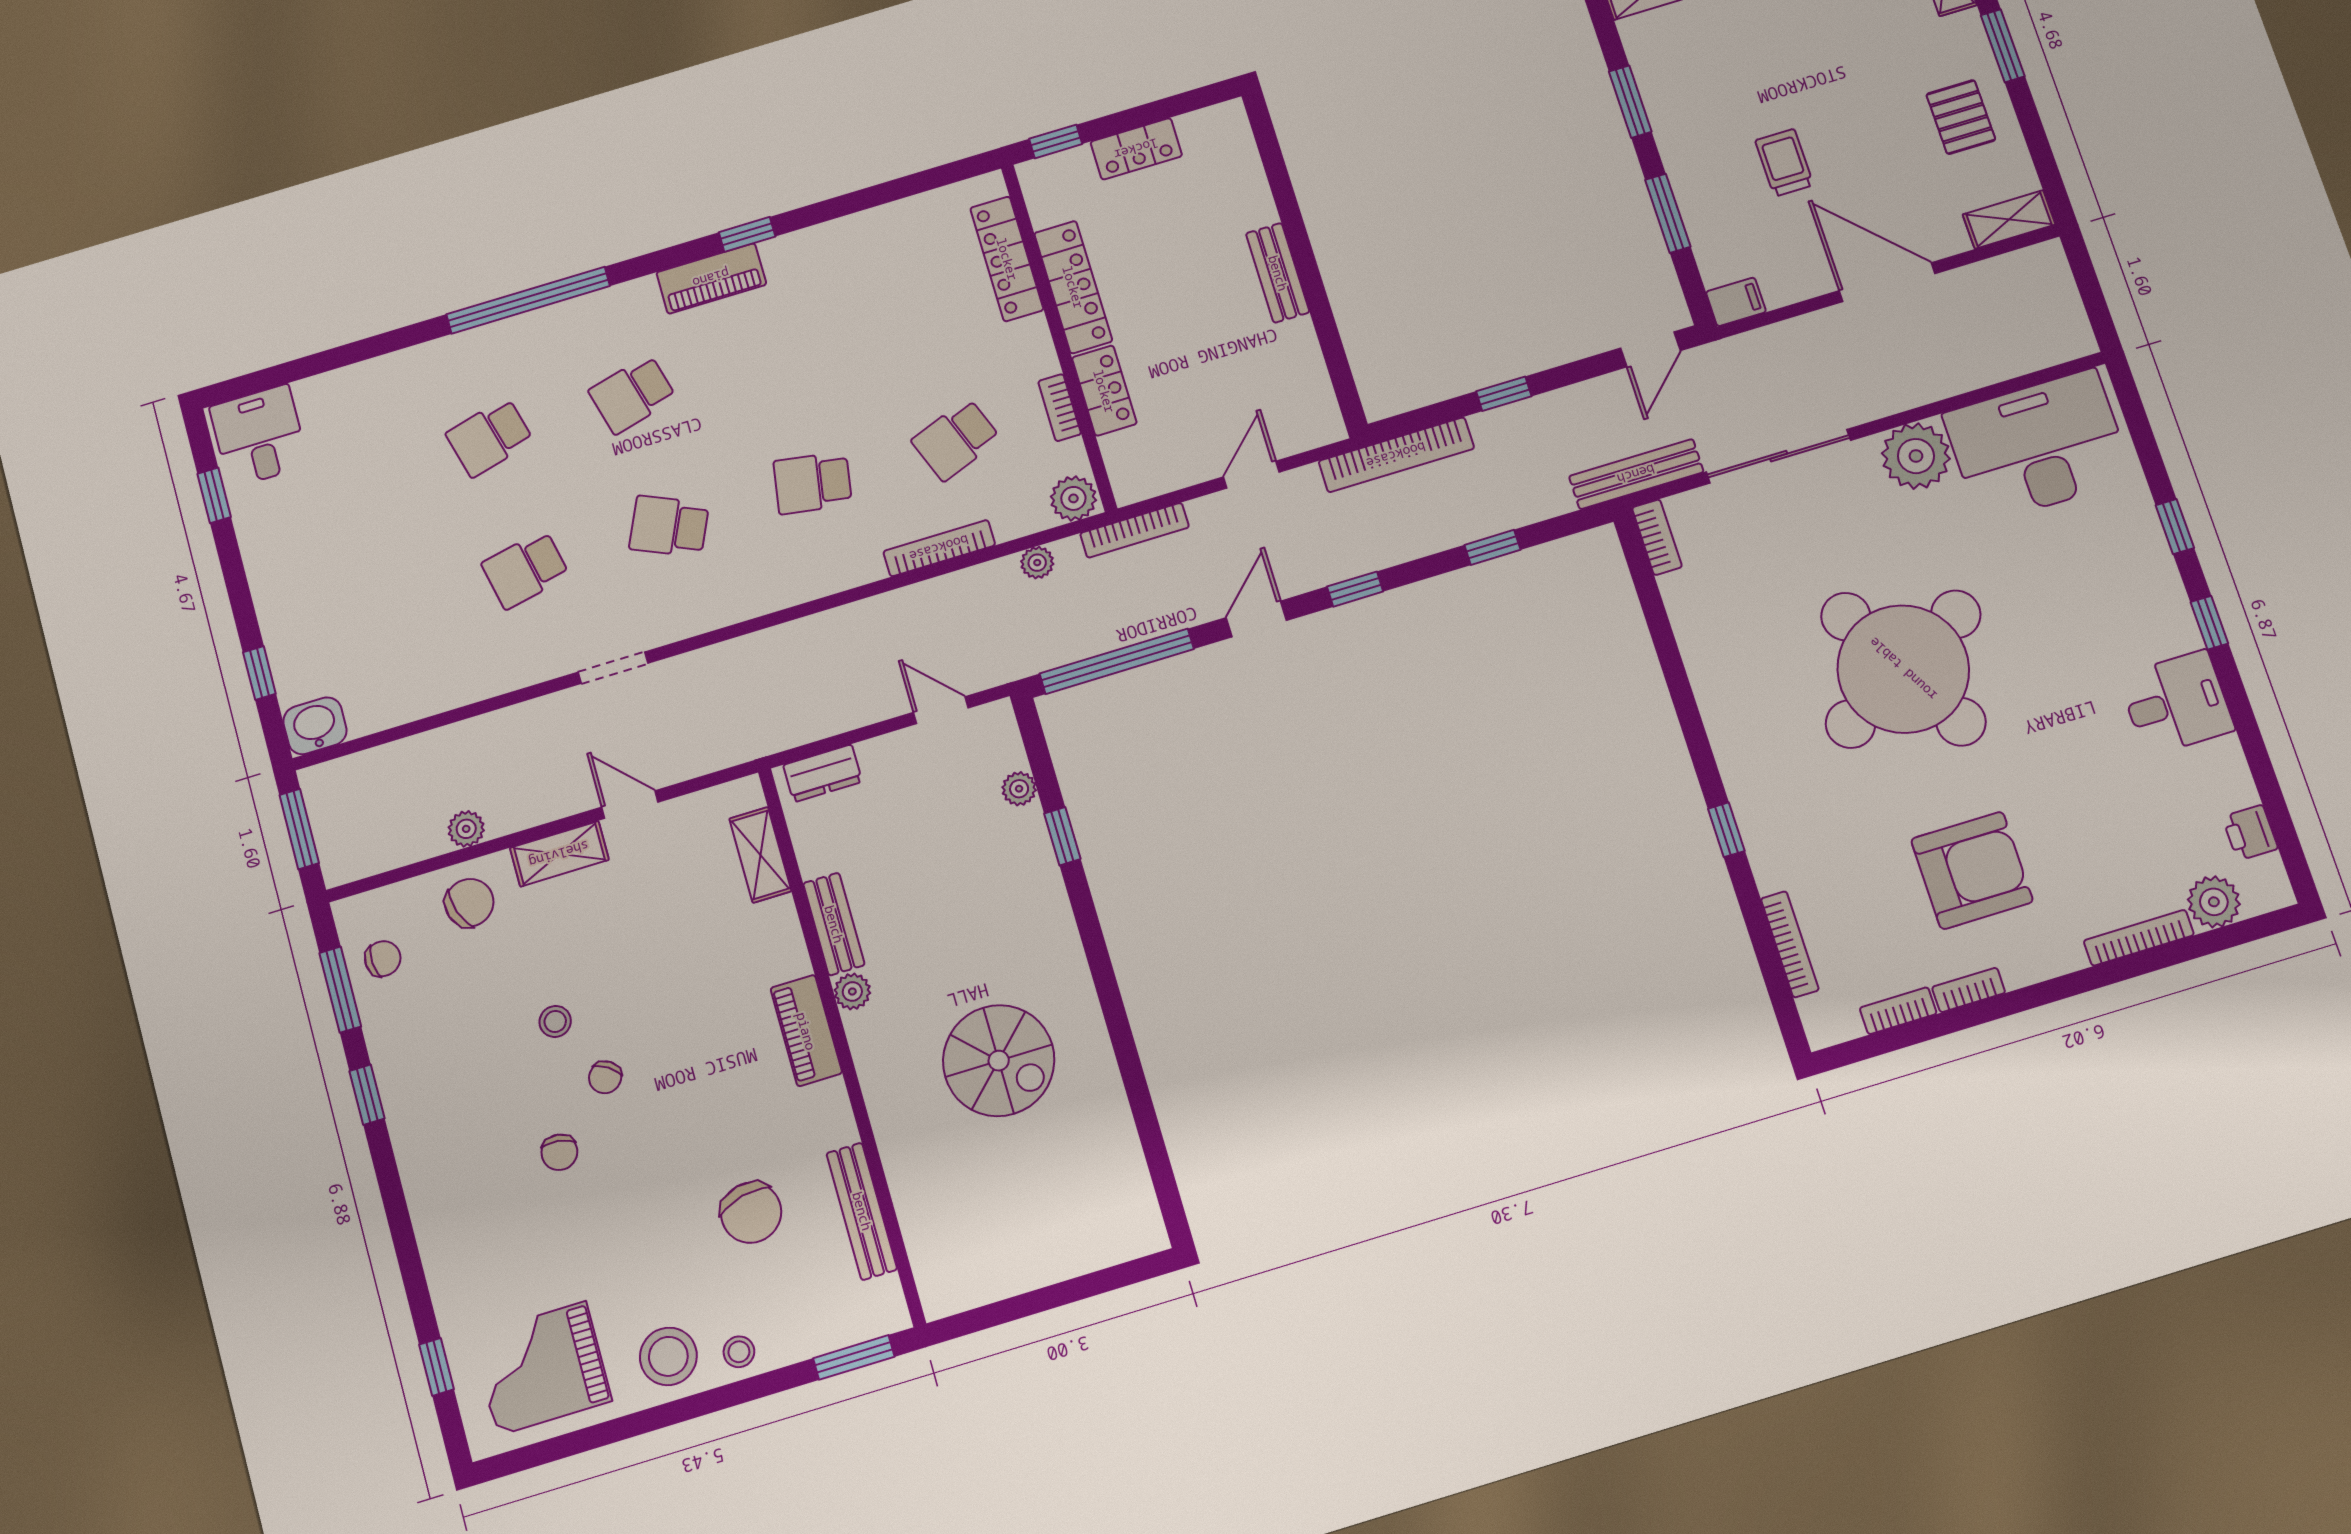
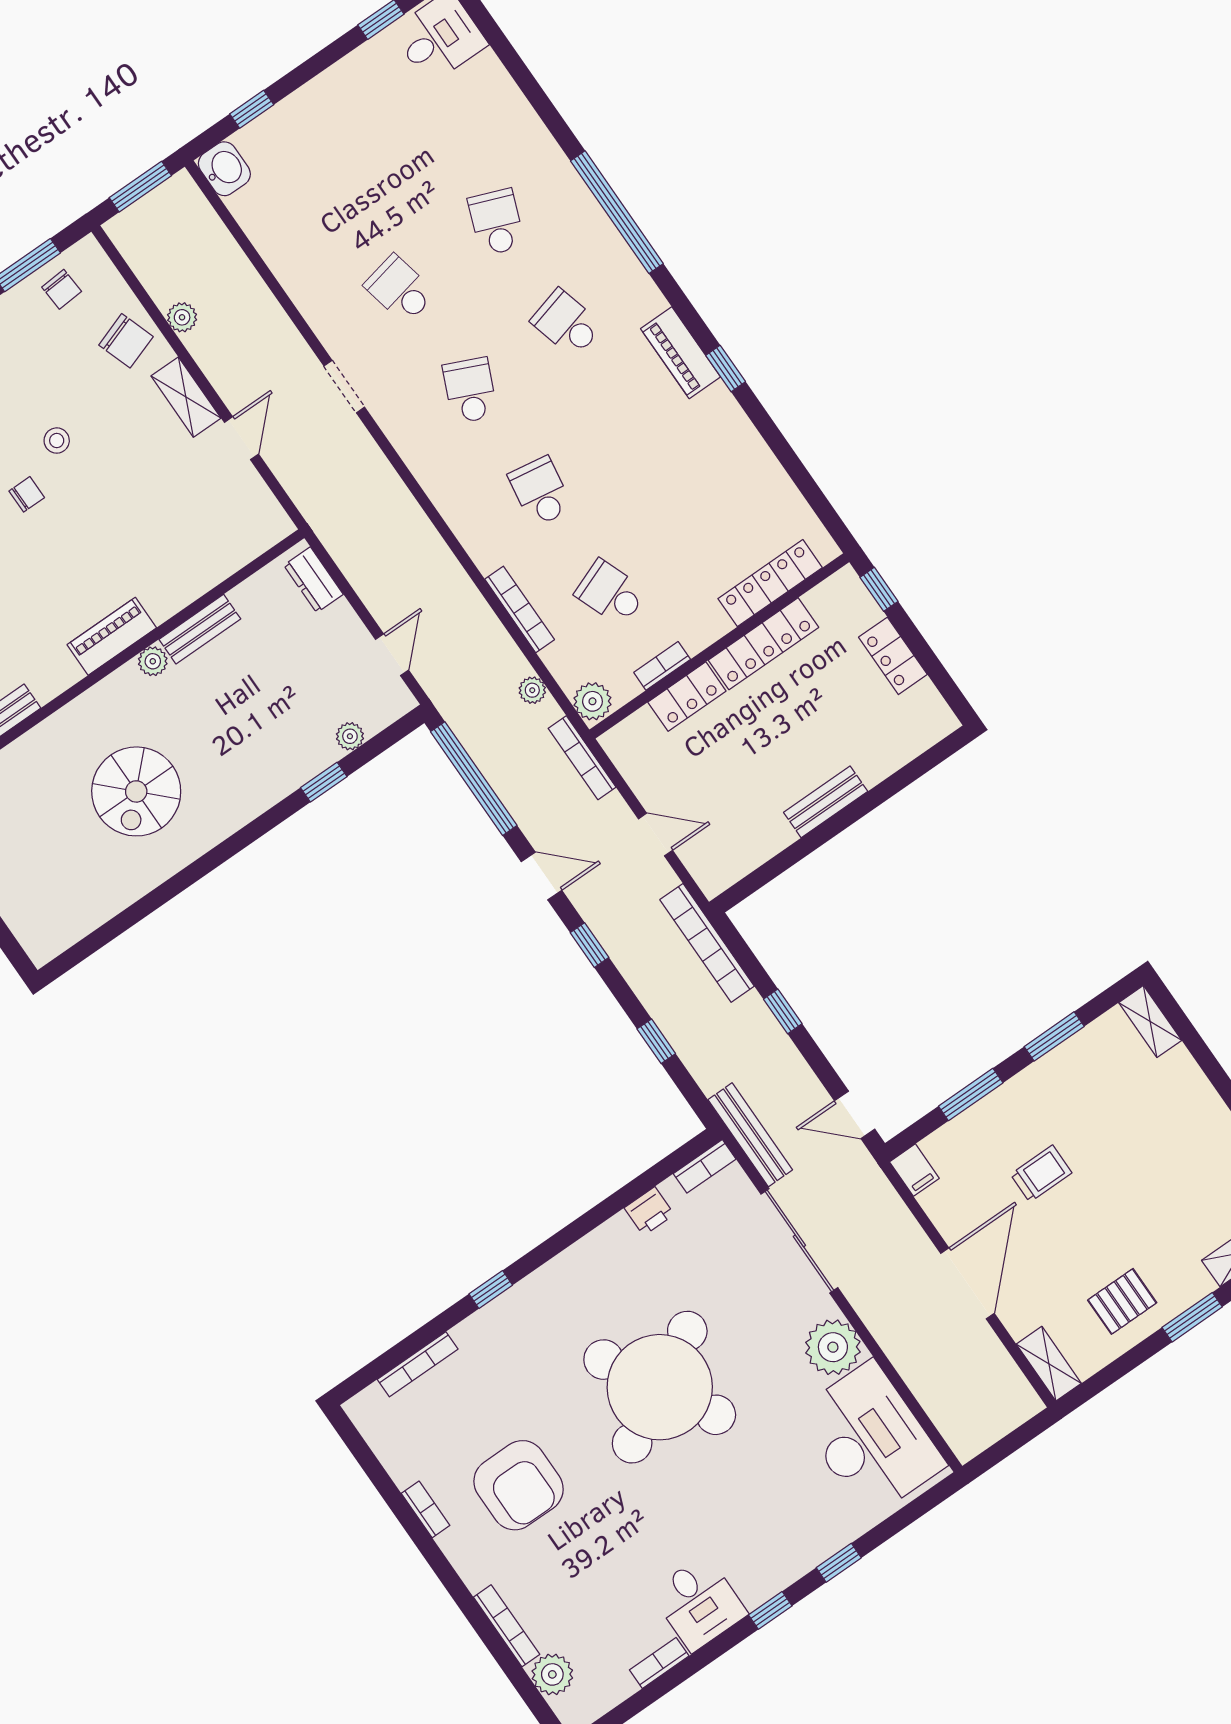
school desk: (490, 437) -> (496, 222), turned 36
printer: (2250, 833) -> (649, 1211), moved, turned 180
shelving: (760, 855) -> (235, 554), removed
bookcase: (1898, 1011) -> (659, 1663), moved, turned -90
chair: (605, 1077) -> (27, 494), turned 146

